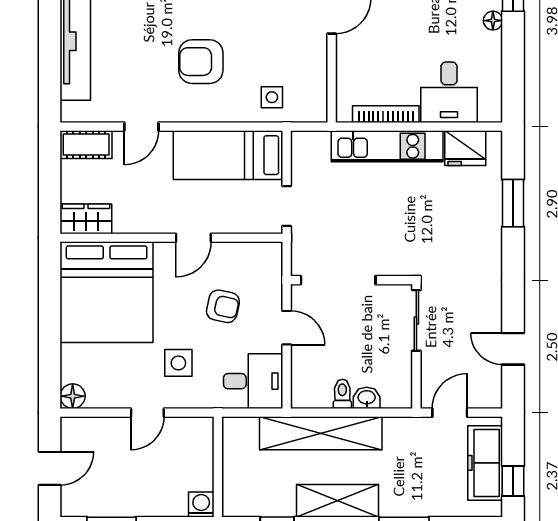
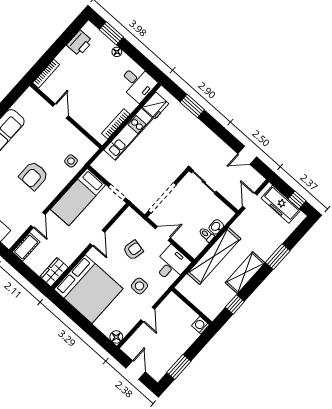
desk: (449, 92) -> (138, 83), moved

